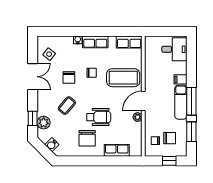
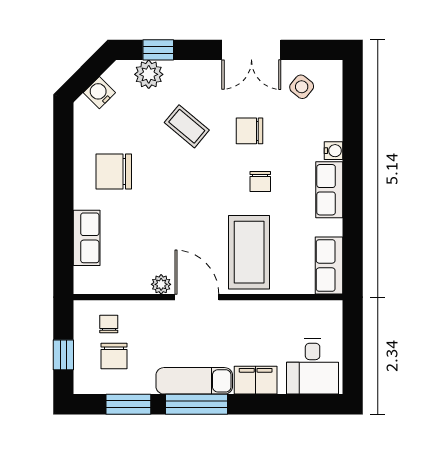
filing cabinet: (181, 79) -> (256, 380), width x2.00
wheelchair: (99, 117) -> (161, 197), removed

